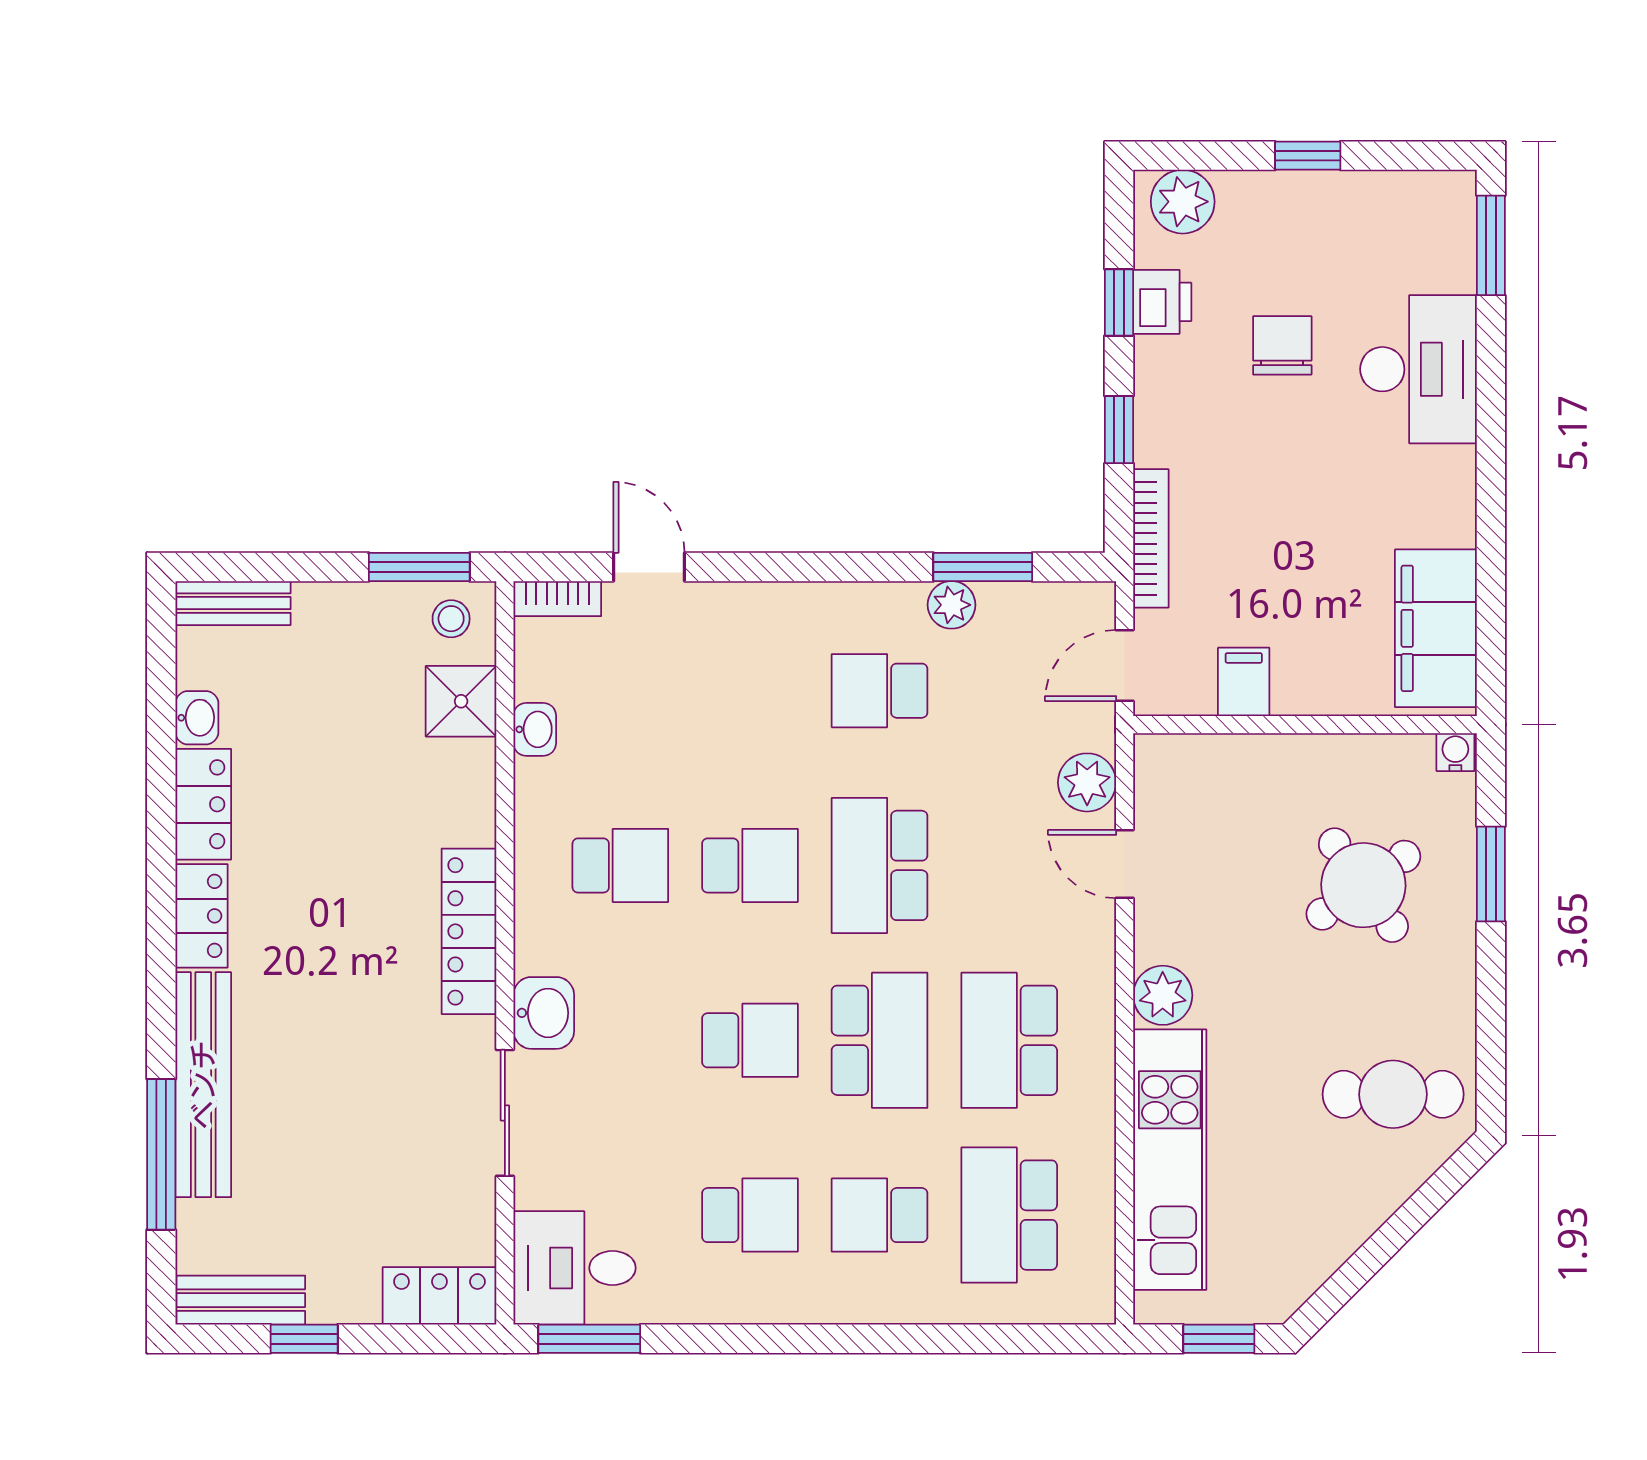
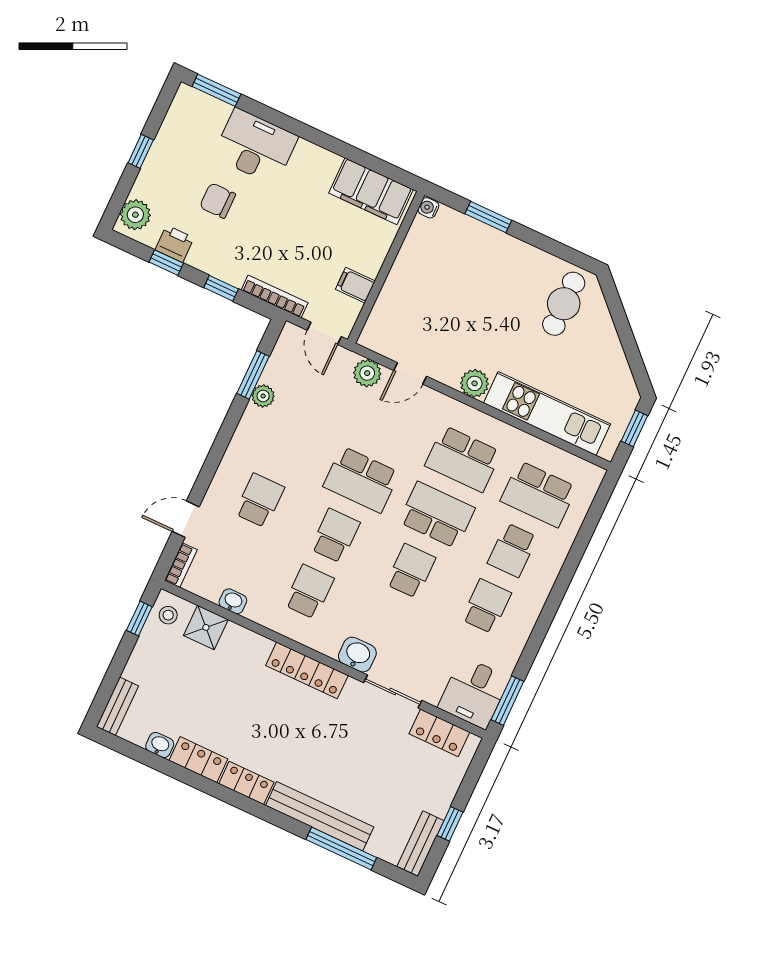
window: (419, 567) -> (139, 618), width x0.67
school desk: (880, 691) -> (260, 500), moved, turned 180
round table: (1363, 885) -> (467, 274), removed
locker: (439, 1296) -> (439, 733), moved, turned -90

